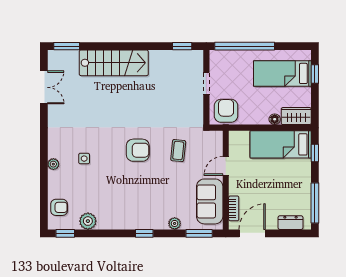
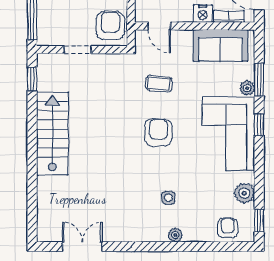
window: (67, 46) -> (32, 219), removed
stairs: (114, 63) -> (52, 134), moved
armchair: (226, 111) -> (110, 26), turned 90
door: (226, 166) -> (159, 26), moved
nightstand: (236, 187) -> (203, 14), added
corner sofa: (137, 208) -> (228, 134), added
window: (199, 233) -> (259, 80), moved

